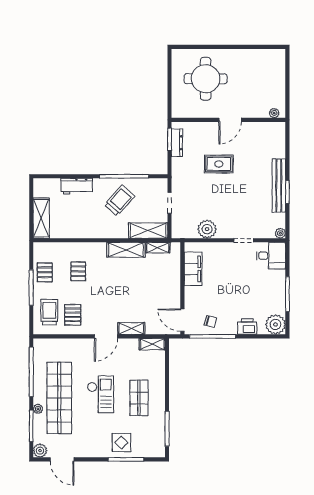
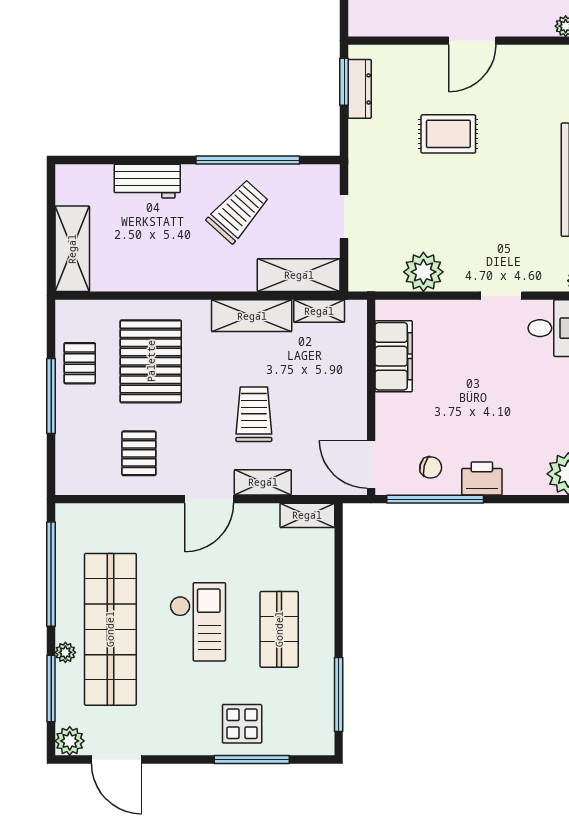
pallet: (78, 271) -> (151, 361), width x2.05, depth x2.00
trolley: (49, 312) -> (254, 414), moved
printer: (247, 327) -> (482, 478), moved

